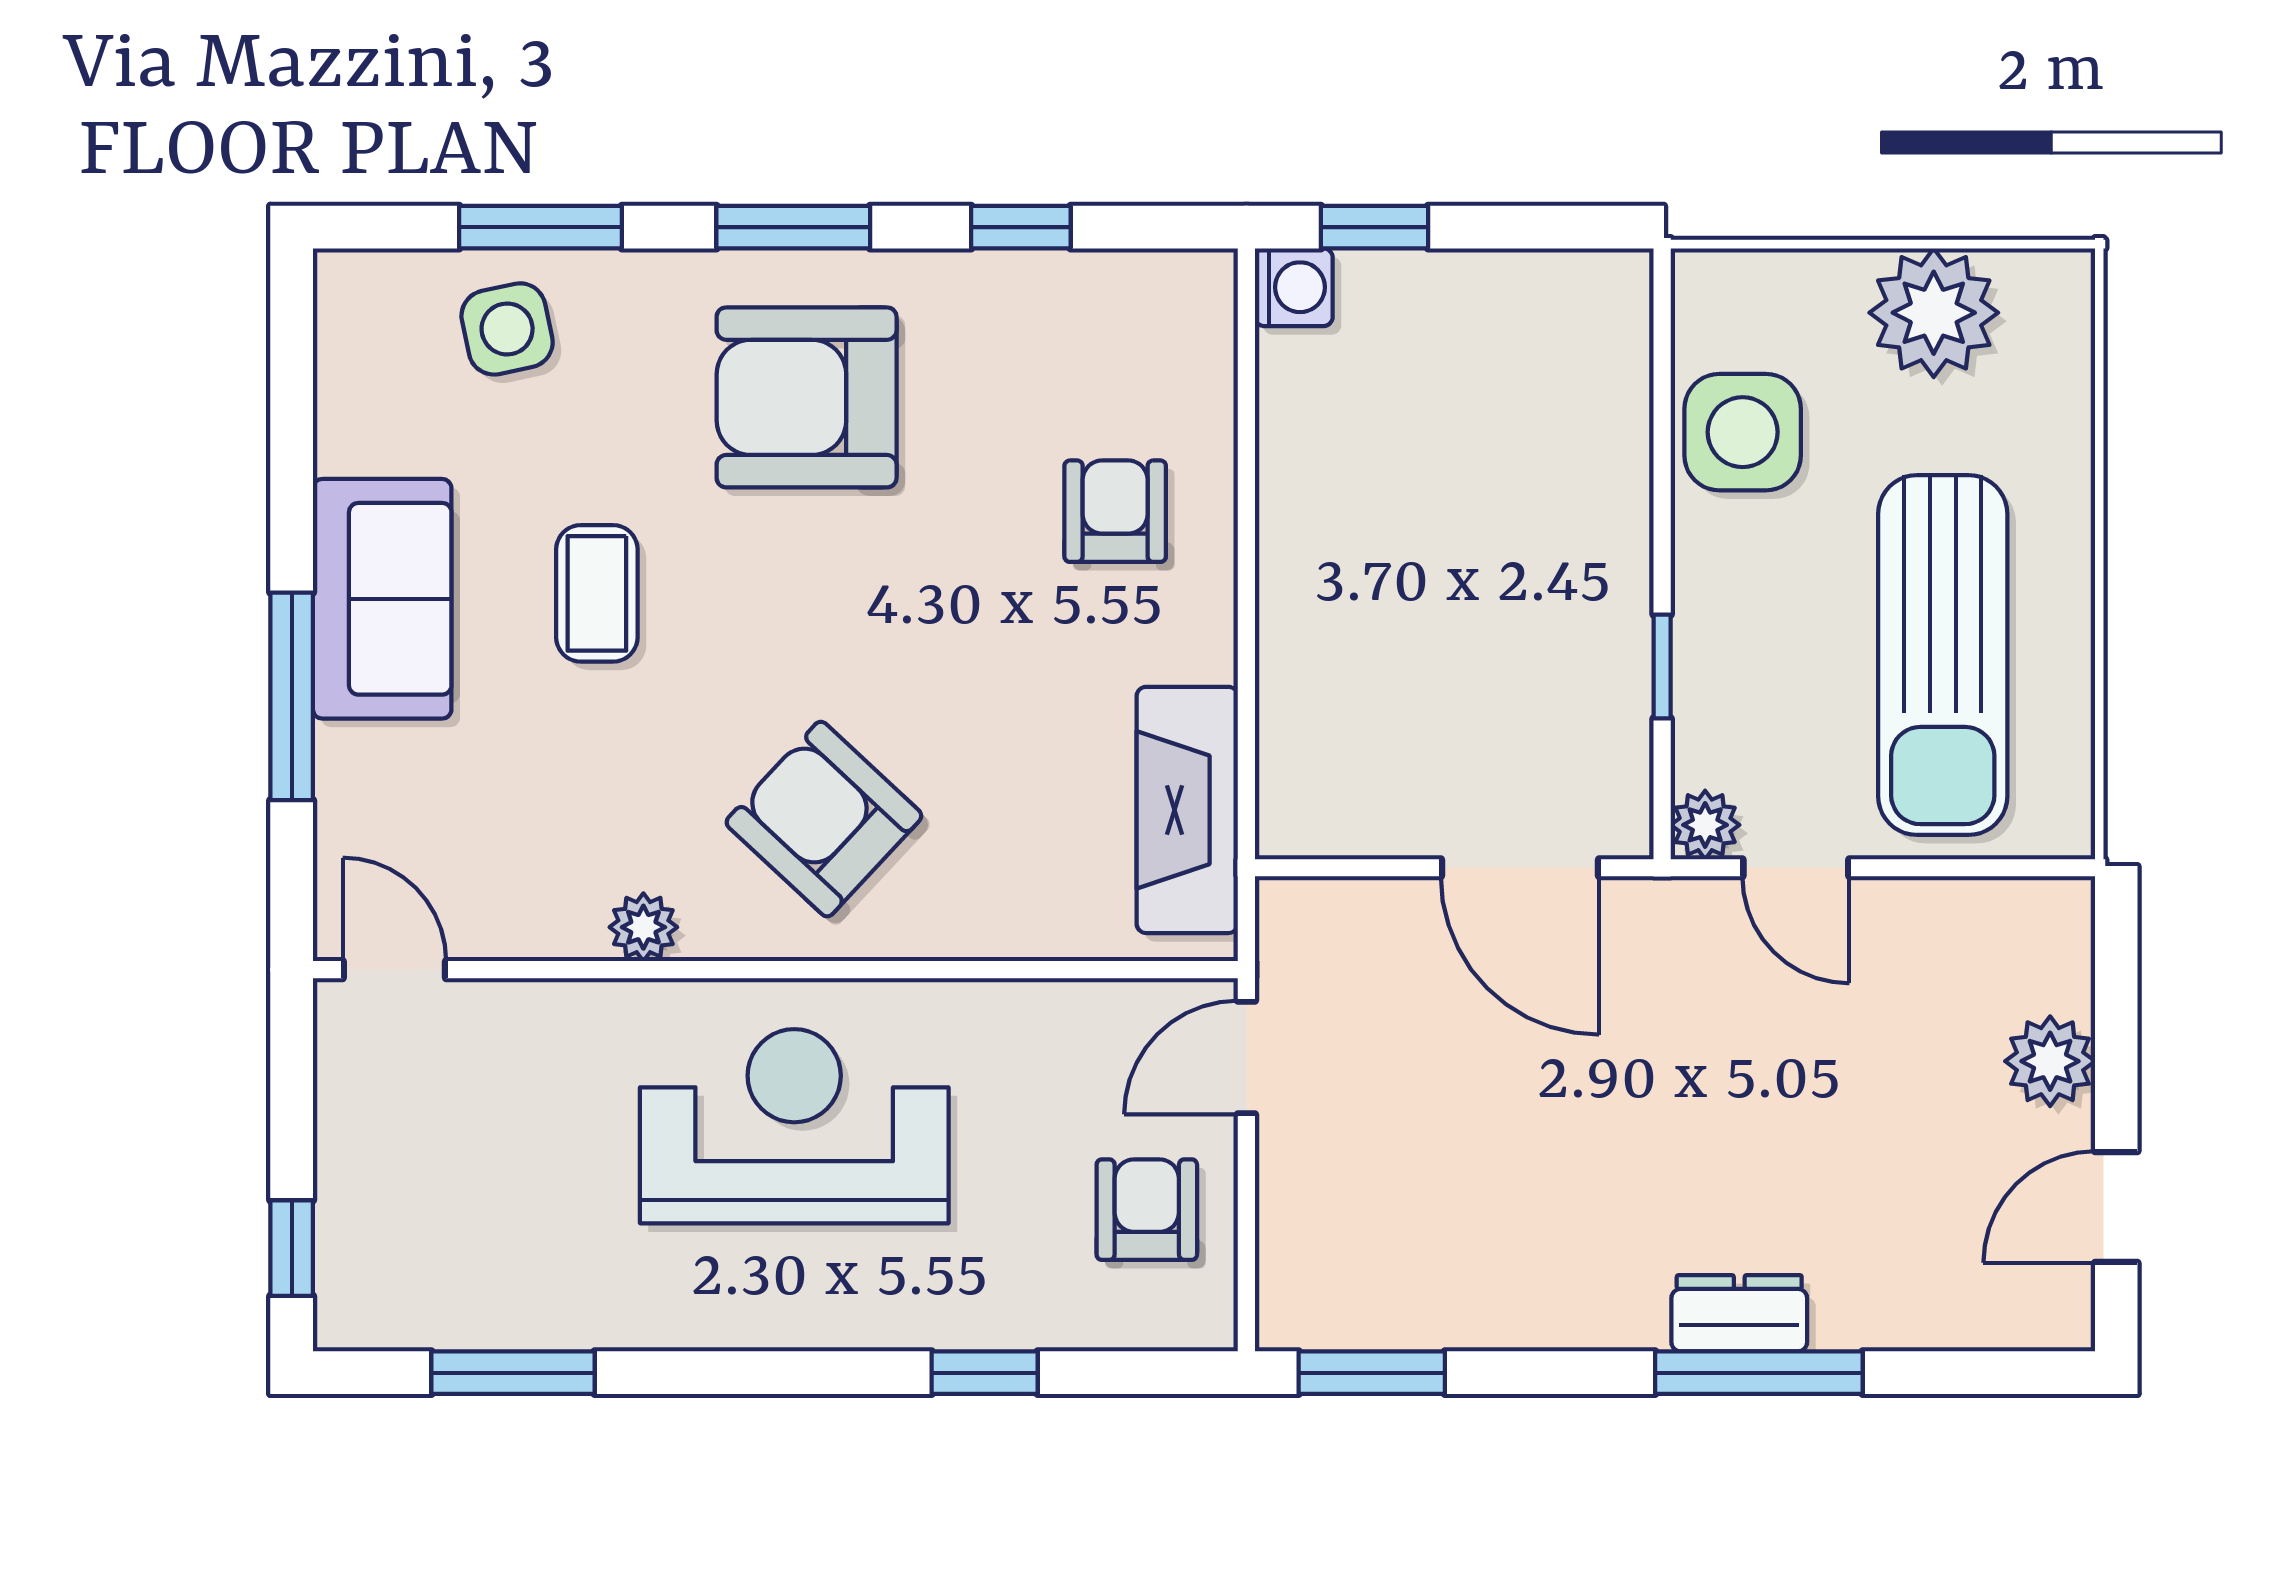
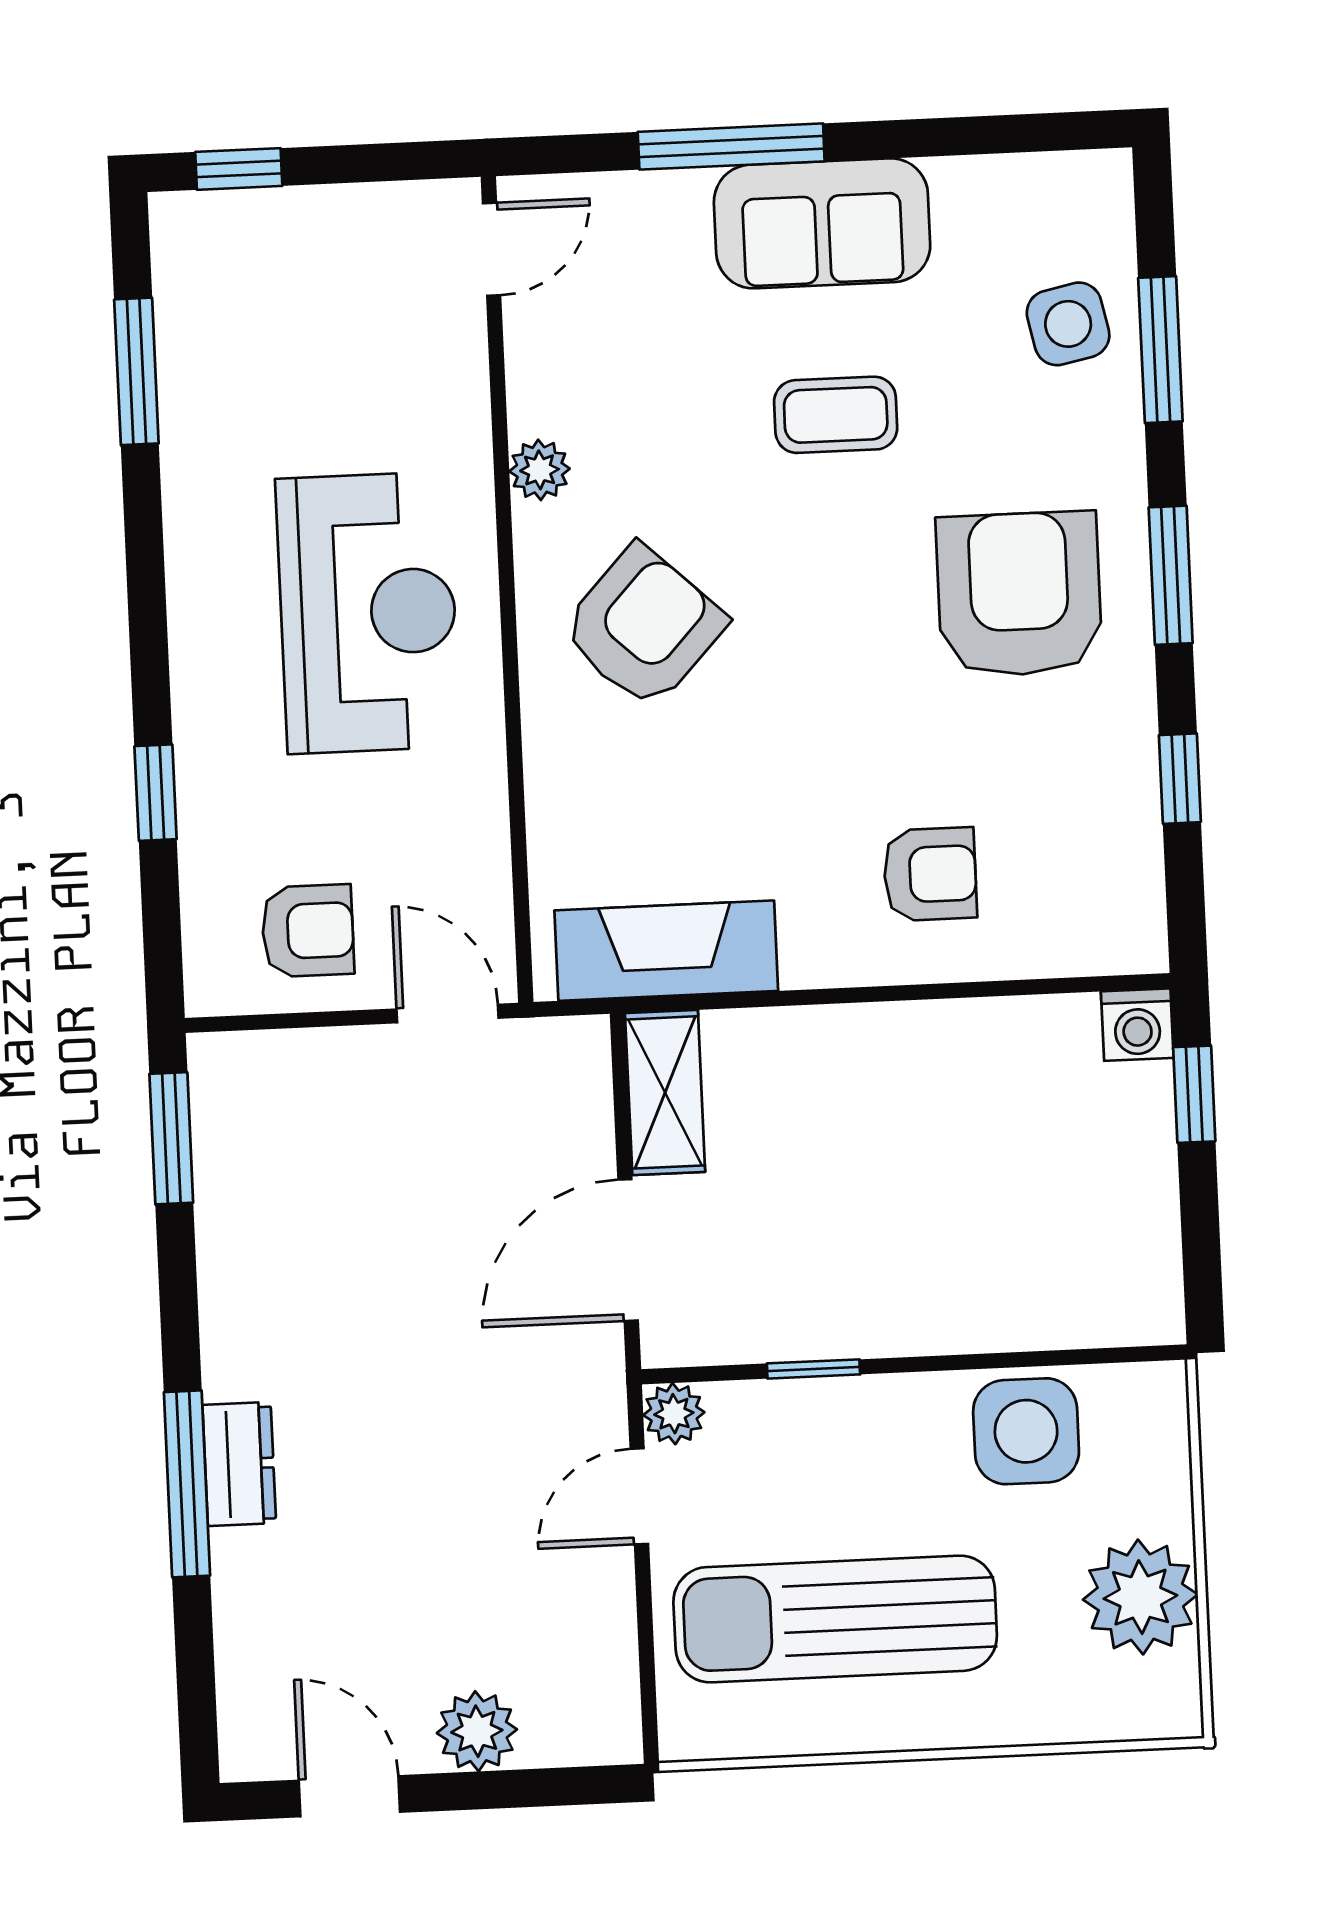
shelving: (1346, 818) -> (665, 1092), added

